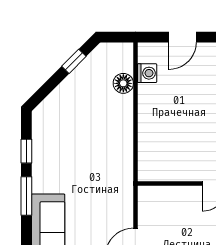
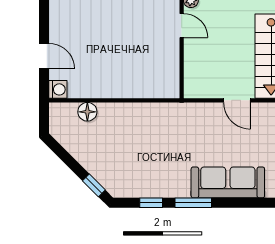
window: (74, 61) -> (94, 185), moved
washing machine: (147, 73) -> (58, 89), moved, turned 90

